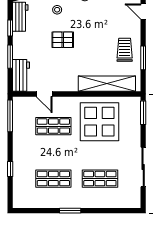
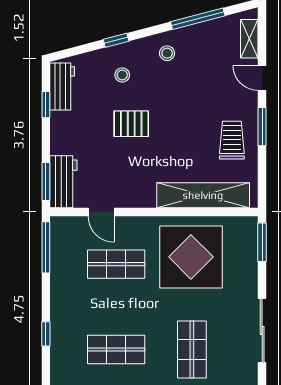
window: (10, 57) -> (46, 182), moved
window: (143, 58) -> (262, 127), moved
shop shelf: (100, 179) -> (192, 350), turned 90

